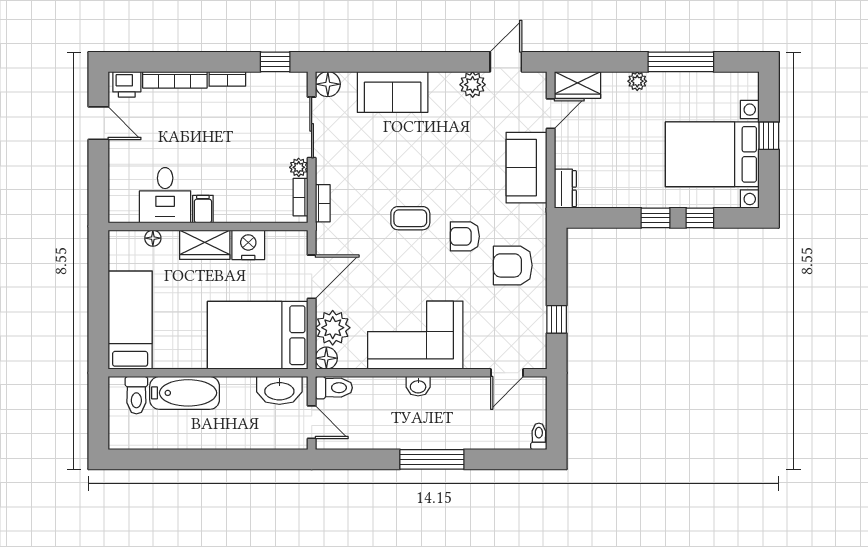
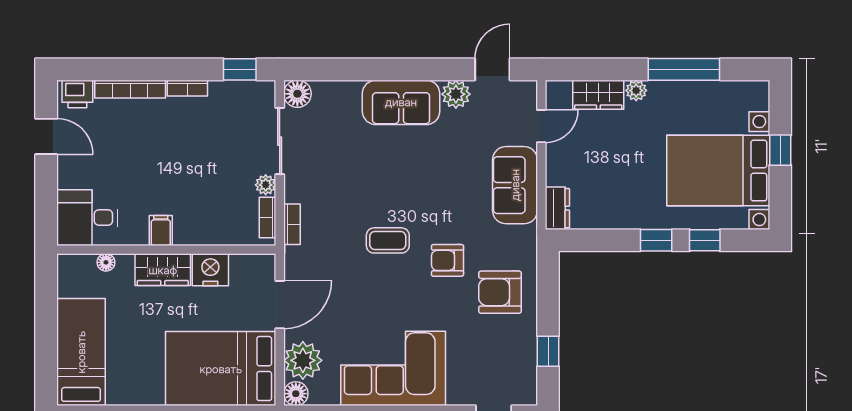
wardrobe: (577, 85) -> (598, 95), moved
sofa: (393, 92) -> (401, 102), moved
desk: (165, 195) -> (87, 218), moved, turned 90

